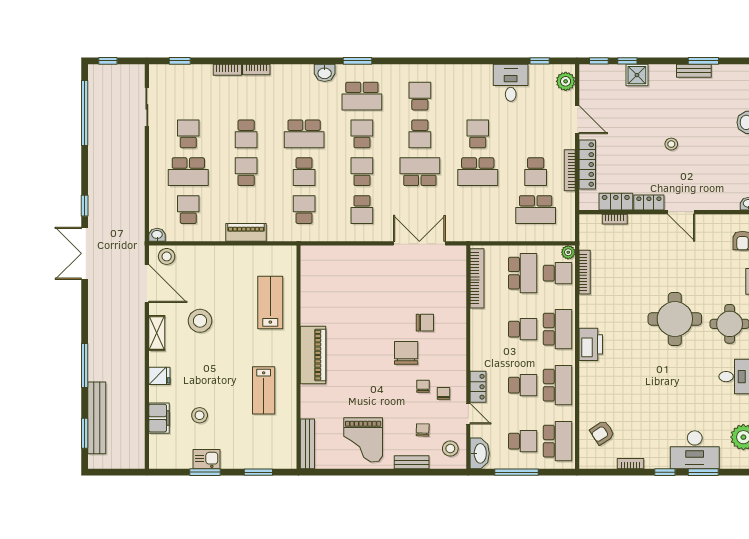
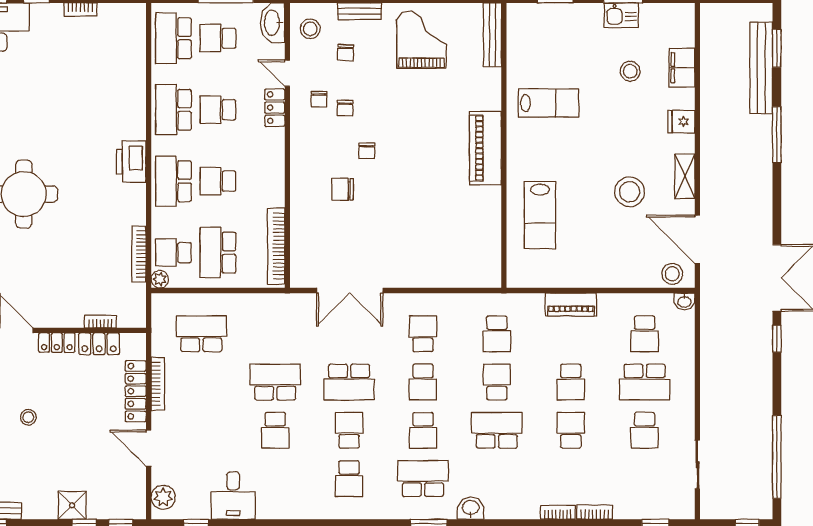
school desk: (188, 172) -> (645, 382), turned 180
school desk: (536, 172) -> (201, 382), removed
chair: (406, 353) -> (367, 151), width x0.54, depth x0.54
lab bench: (264, 390) -> (548, 103), turned 90
armchair: (602, 433) -> (116, 49), removed

